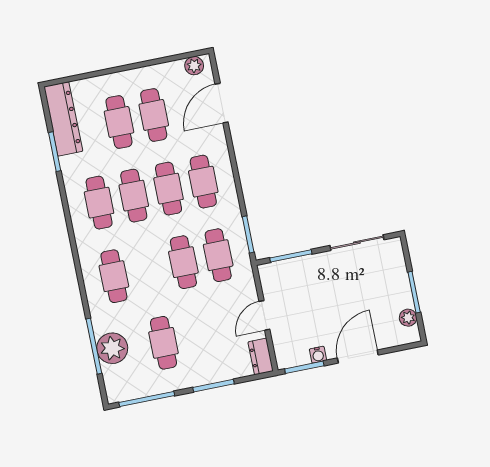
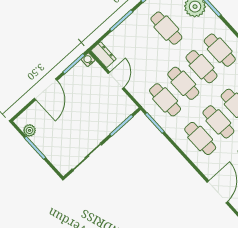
cafe table: (149, 269) -> (202, 67), added
water cooler: (318, 355) -> (88, 60), moved

